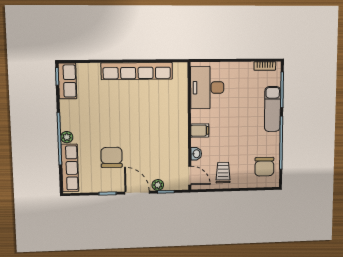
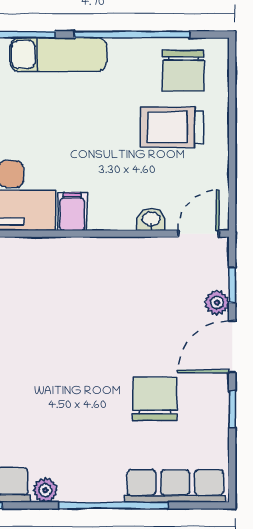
filing cabinet: (200, 131) -> (72, 212), moved
plant: (67, 137) -> (45, 490), moved
chair: (112, 157) -> (155, 399), turned 90
chair: (264, 167) -> (183, 71), turned 90
trolley: (223, 173) -> (172, 127), moved, width x1.36, depth x1.39

